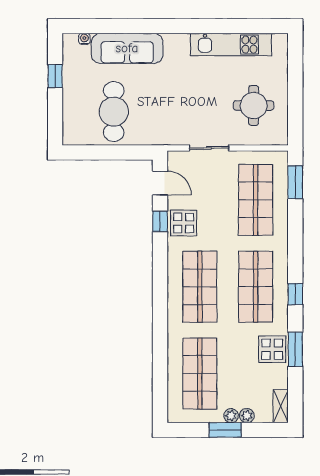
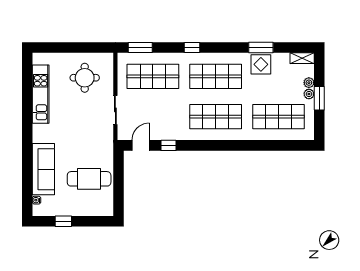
display table: (184, 223) -> (170, 128), removed
window: (295, 294) -> (192, 48), moved

